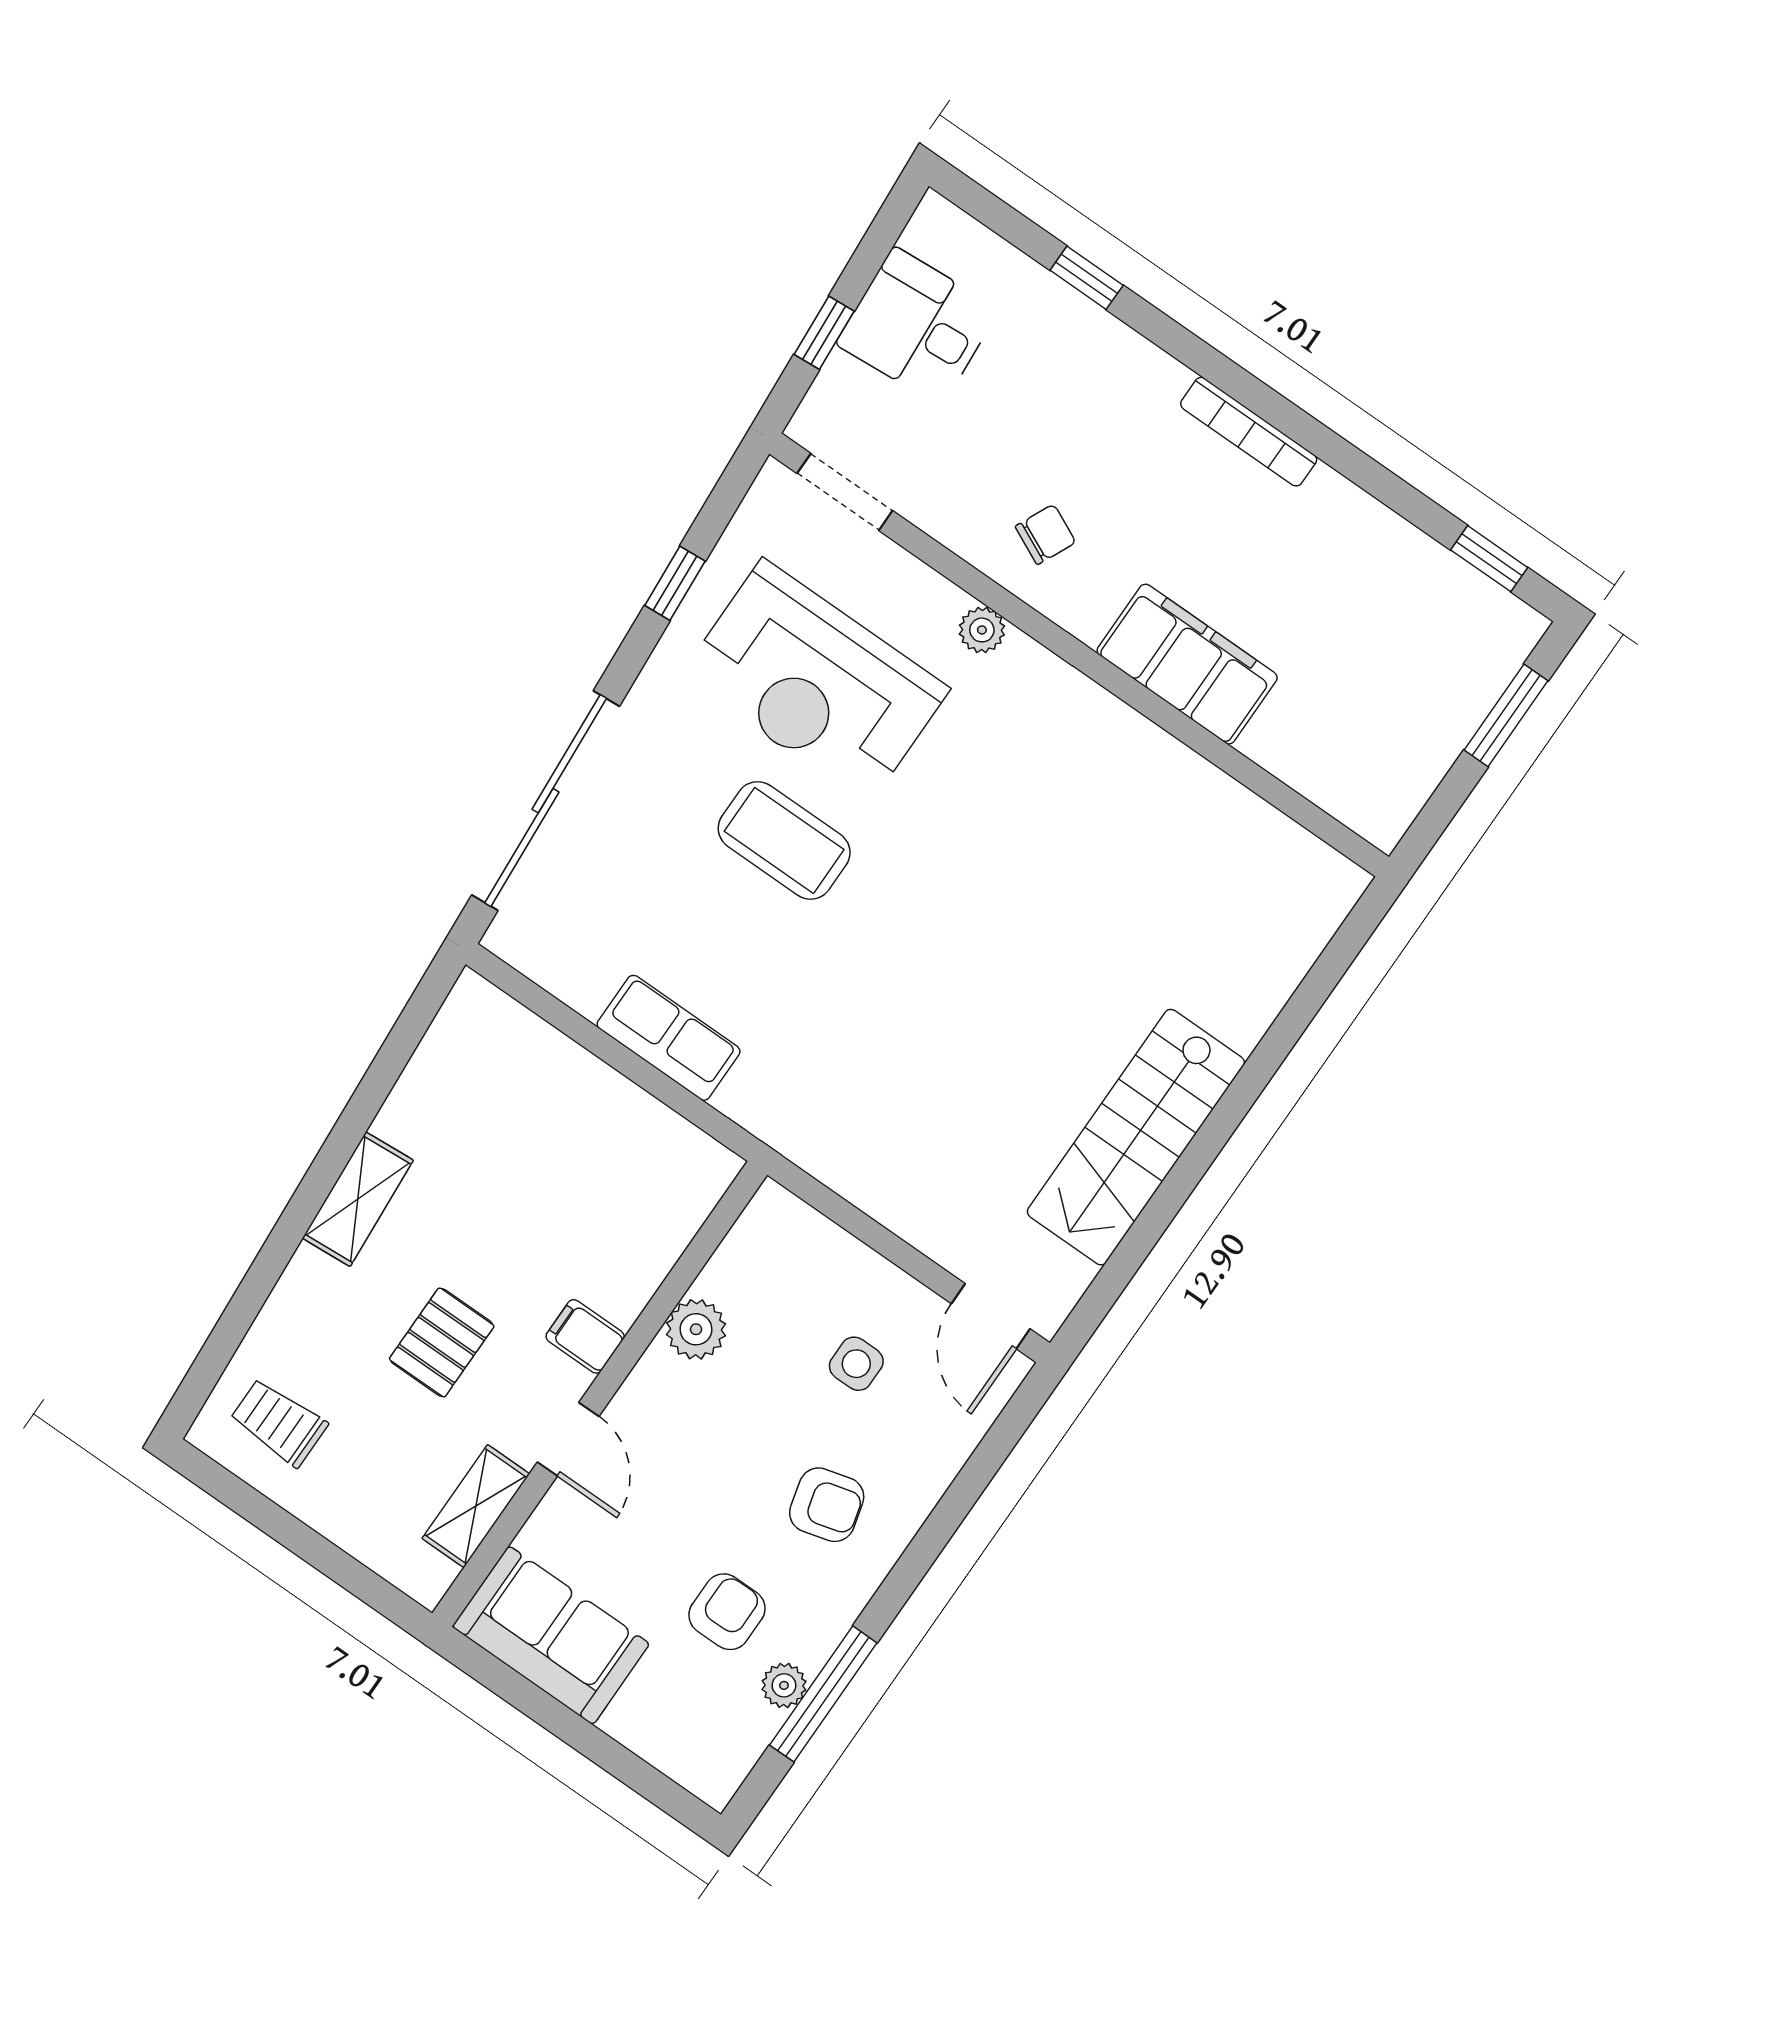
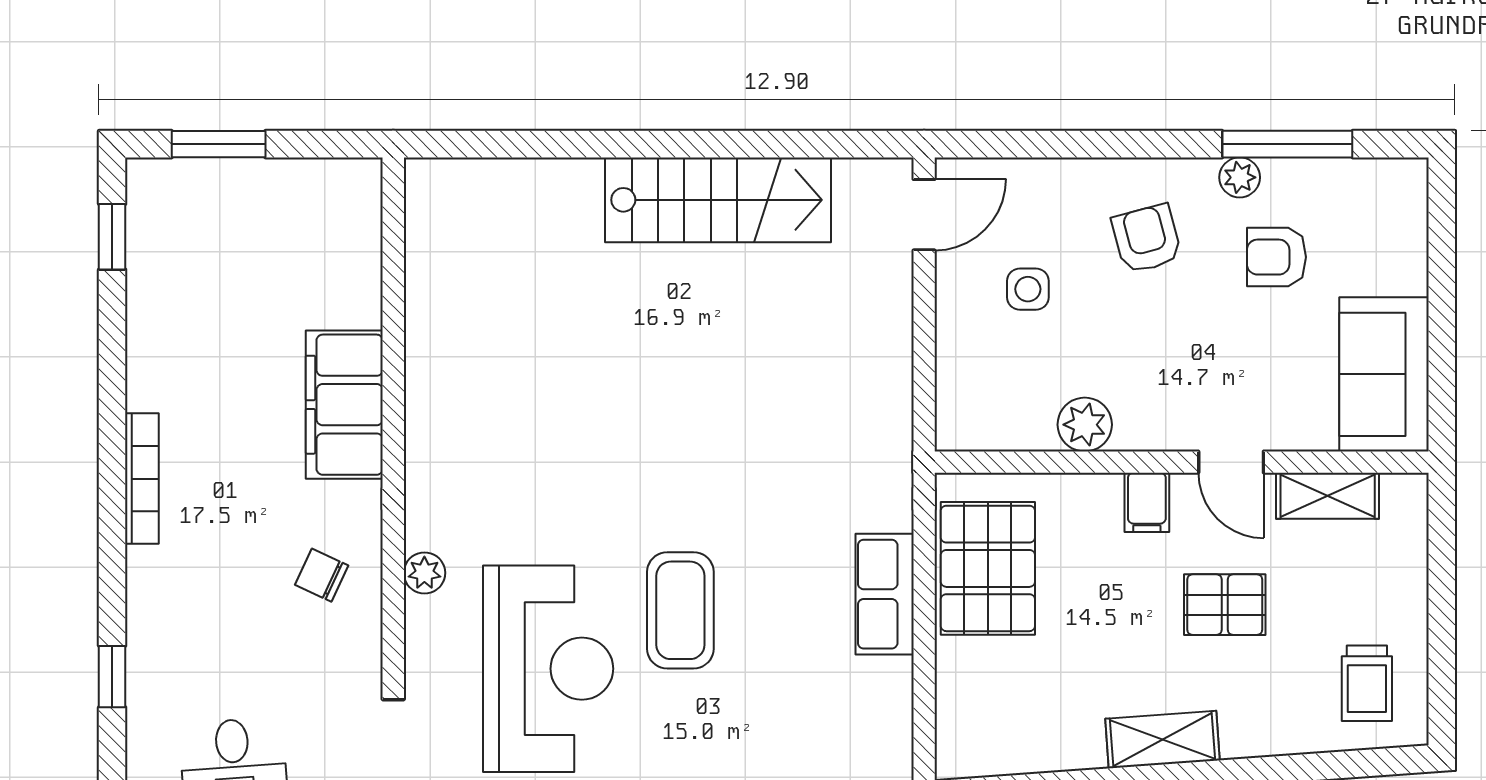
pallet: (626, 1149) -> (988, 568), added
door: (568, 1439) -> (1231, 462), swing flipped
plant: (784, 1685) -> (1240, 177), moved

